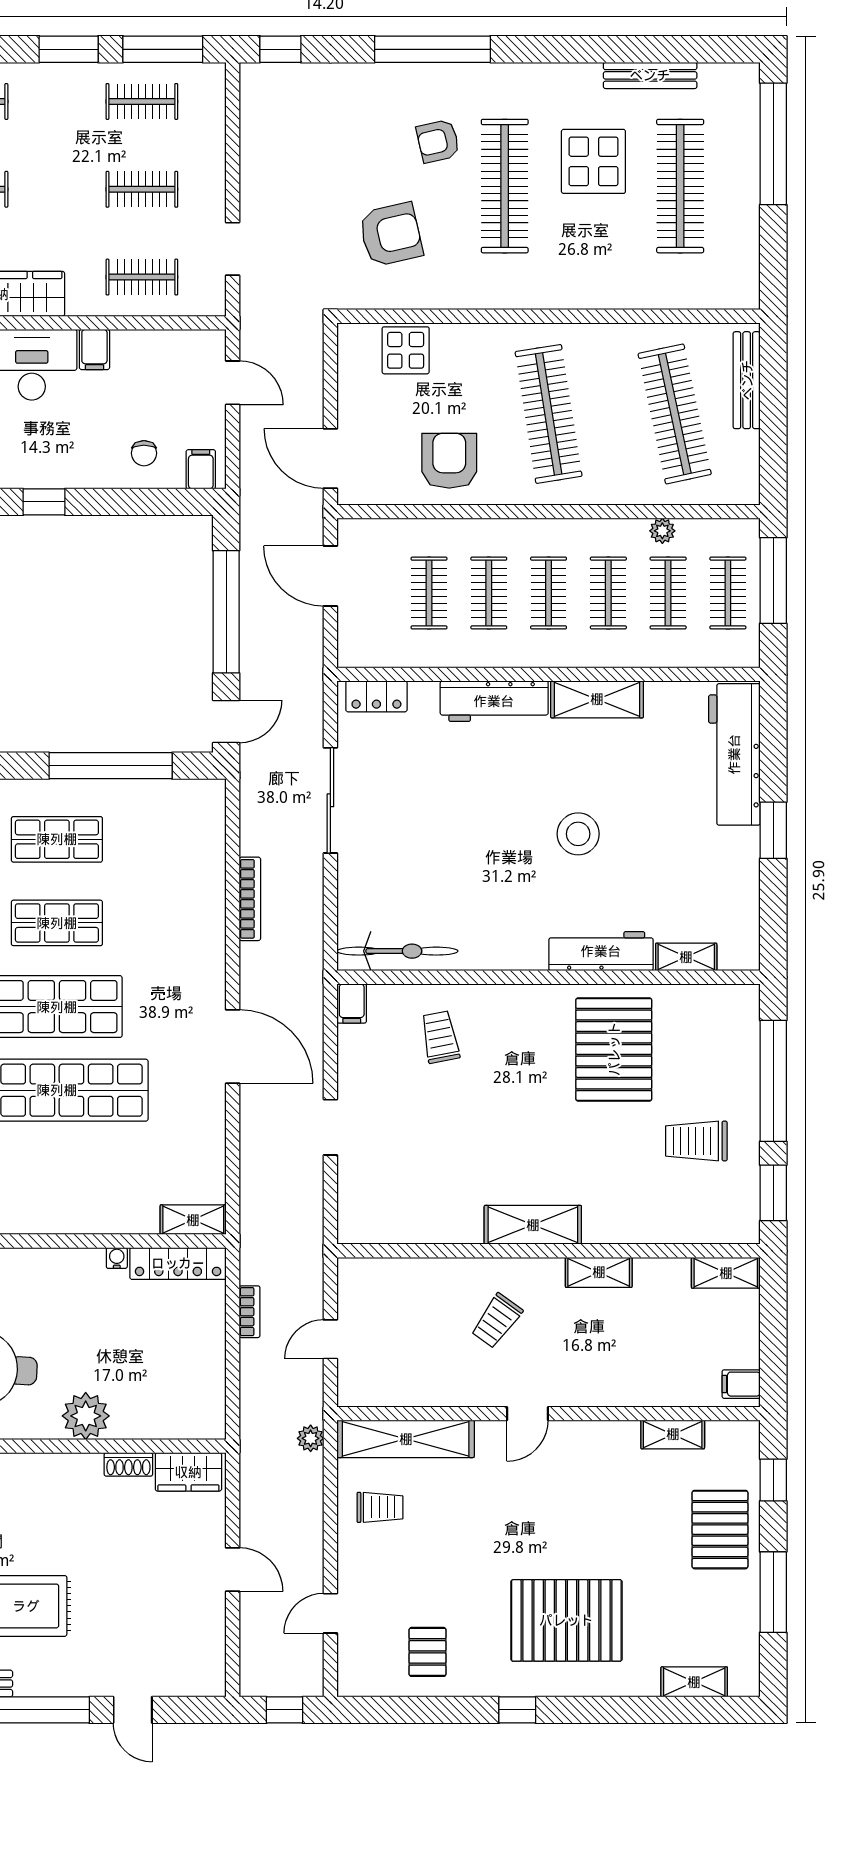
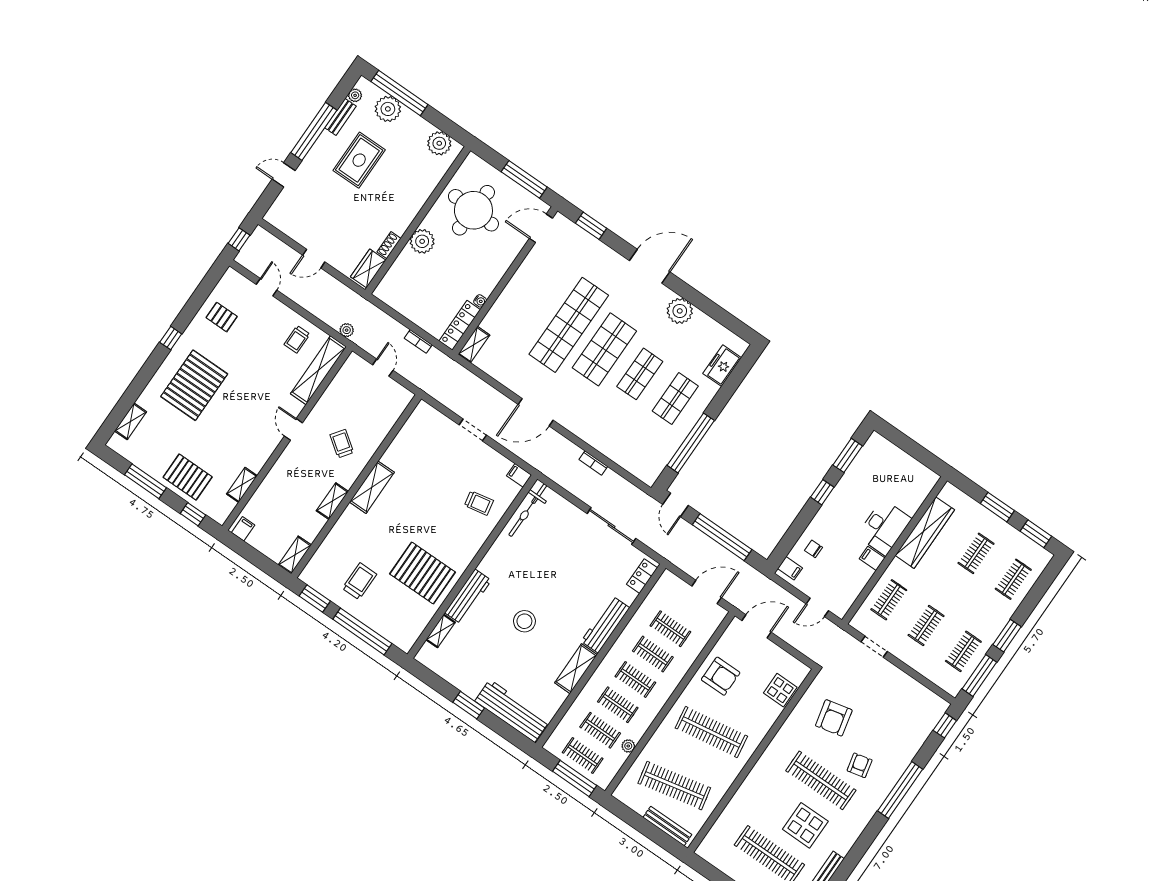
bookcase: (250, 899) -> (593, 463), width x0.64

